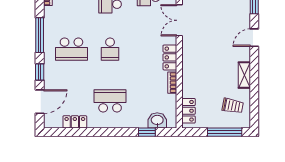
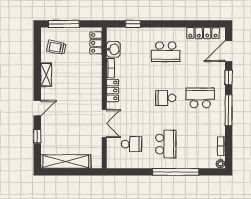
school desk: (110, 49) -> (166, 98), turned -90
washbasin: (157, 120) -> (113, 49), moved, turned -90
locker: (75, 122) -> (203, 33), width x1.53

